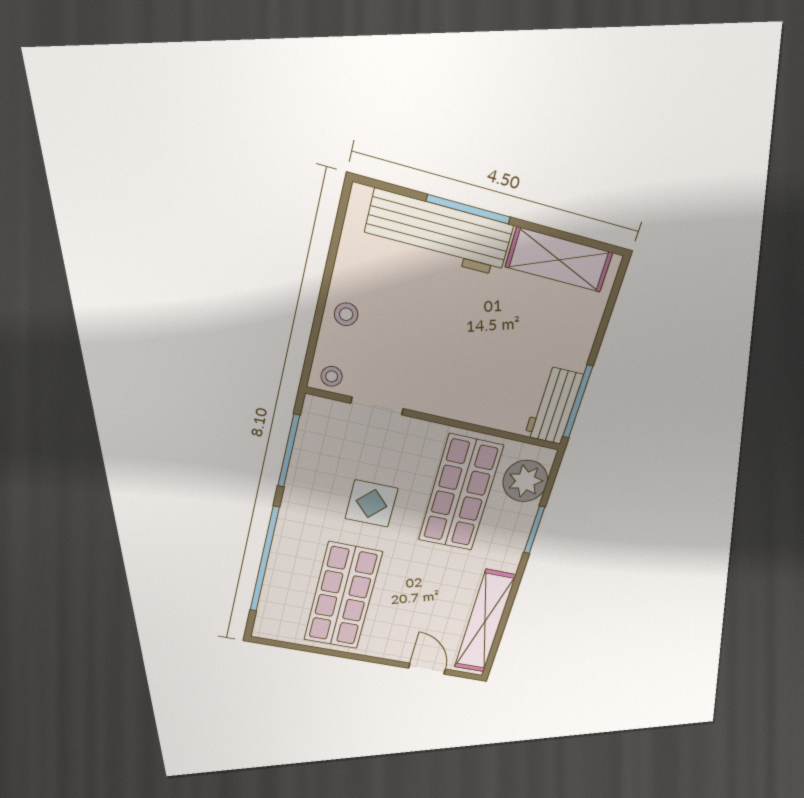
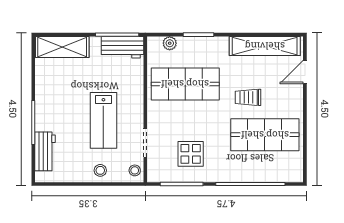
workbench: (438, 233) -> (45, 151), width x0.53, depth x0.76
shelving: (559, 260) -> (62, 47), moved, turned 90
lab bench: (436, 342) -> (103, 120), added
plant: (525, 481) -> (170, 43), width x0.53, depth x0.53
display table: (372, 504) -> (191, 154), moved
trolley: (411, 583) -> (248, 97), added

